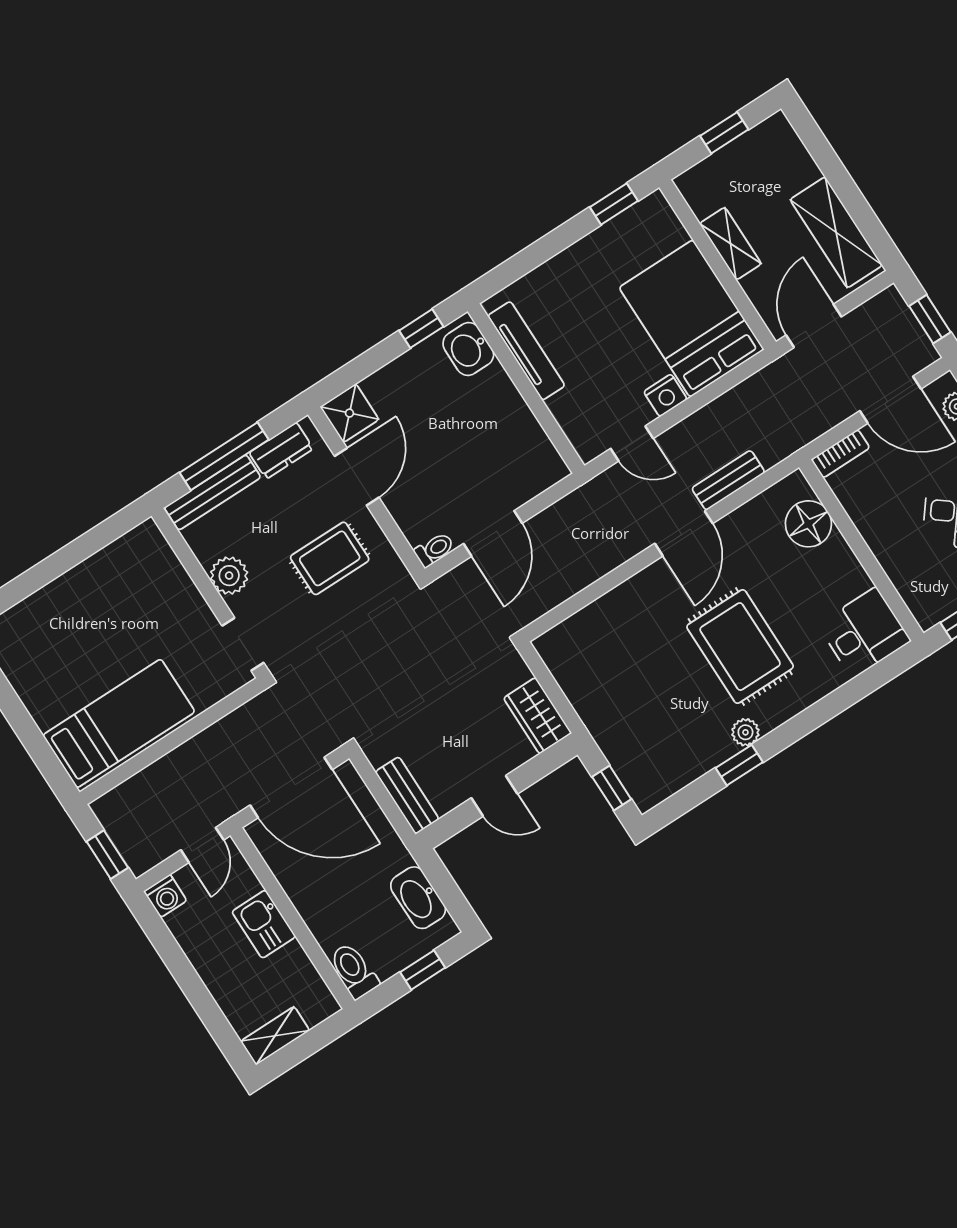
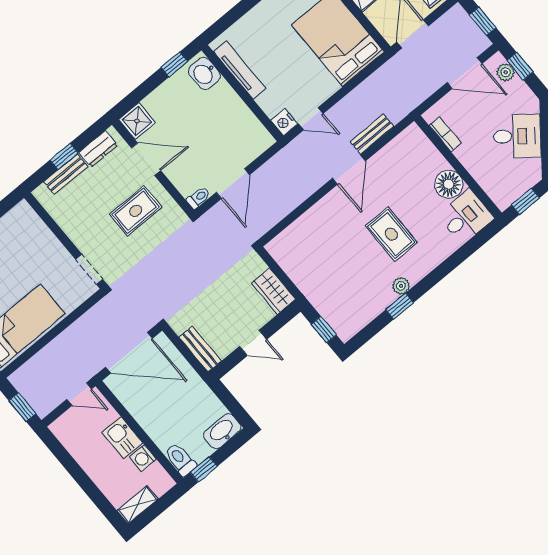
nightstand: (665, 395) -> (284, 122), moved, turned 90
bookcase: (840, 454) -> (445, 134), moved, turned -90
window: (224, 456) -> (64, 156), width x0.46
door: (357, 477) -> (146, 159), hinge flipped
bench: (212, 492) -> (66, 174), width x0.73
floor lamp: (808, 524) -> (449, 184), moved
plant: (229, 576) -> (76, 229), removed
rug: (740, 647) -> (391, 234), width x0.73, depth x0.70
door: (202, 845) -> (79, 394), hinge flipped
washing machine: (165, 896) -> (143, 458), moved, turned 90
washbasin: (418, 898) -> (222, 431), moved, turned 90
window: (423, 970) -> (204, 469), moved

